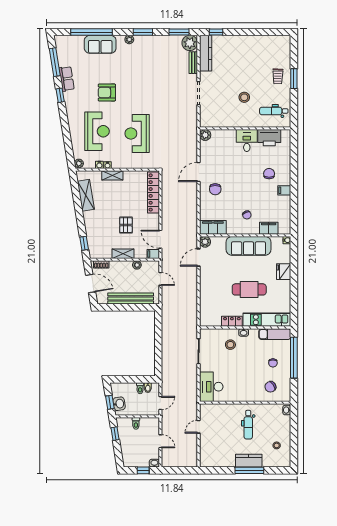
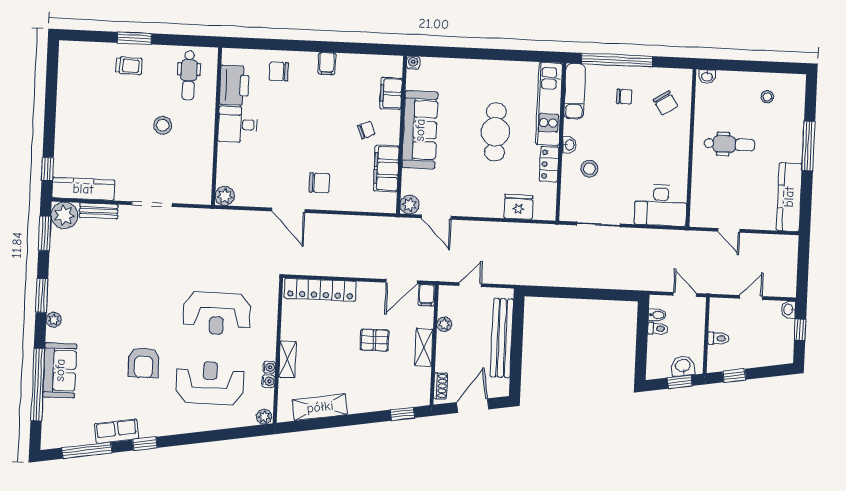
chair: (269, 174) -> (279, 72), moved
filing cabinet: (213, 227) -> (386, 168), moved
fridge: (284, 272) -> (518, 207), moved, turned 180
kitchen counter: (249, 461) -> (789, 197), moved, width x1.50

